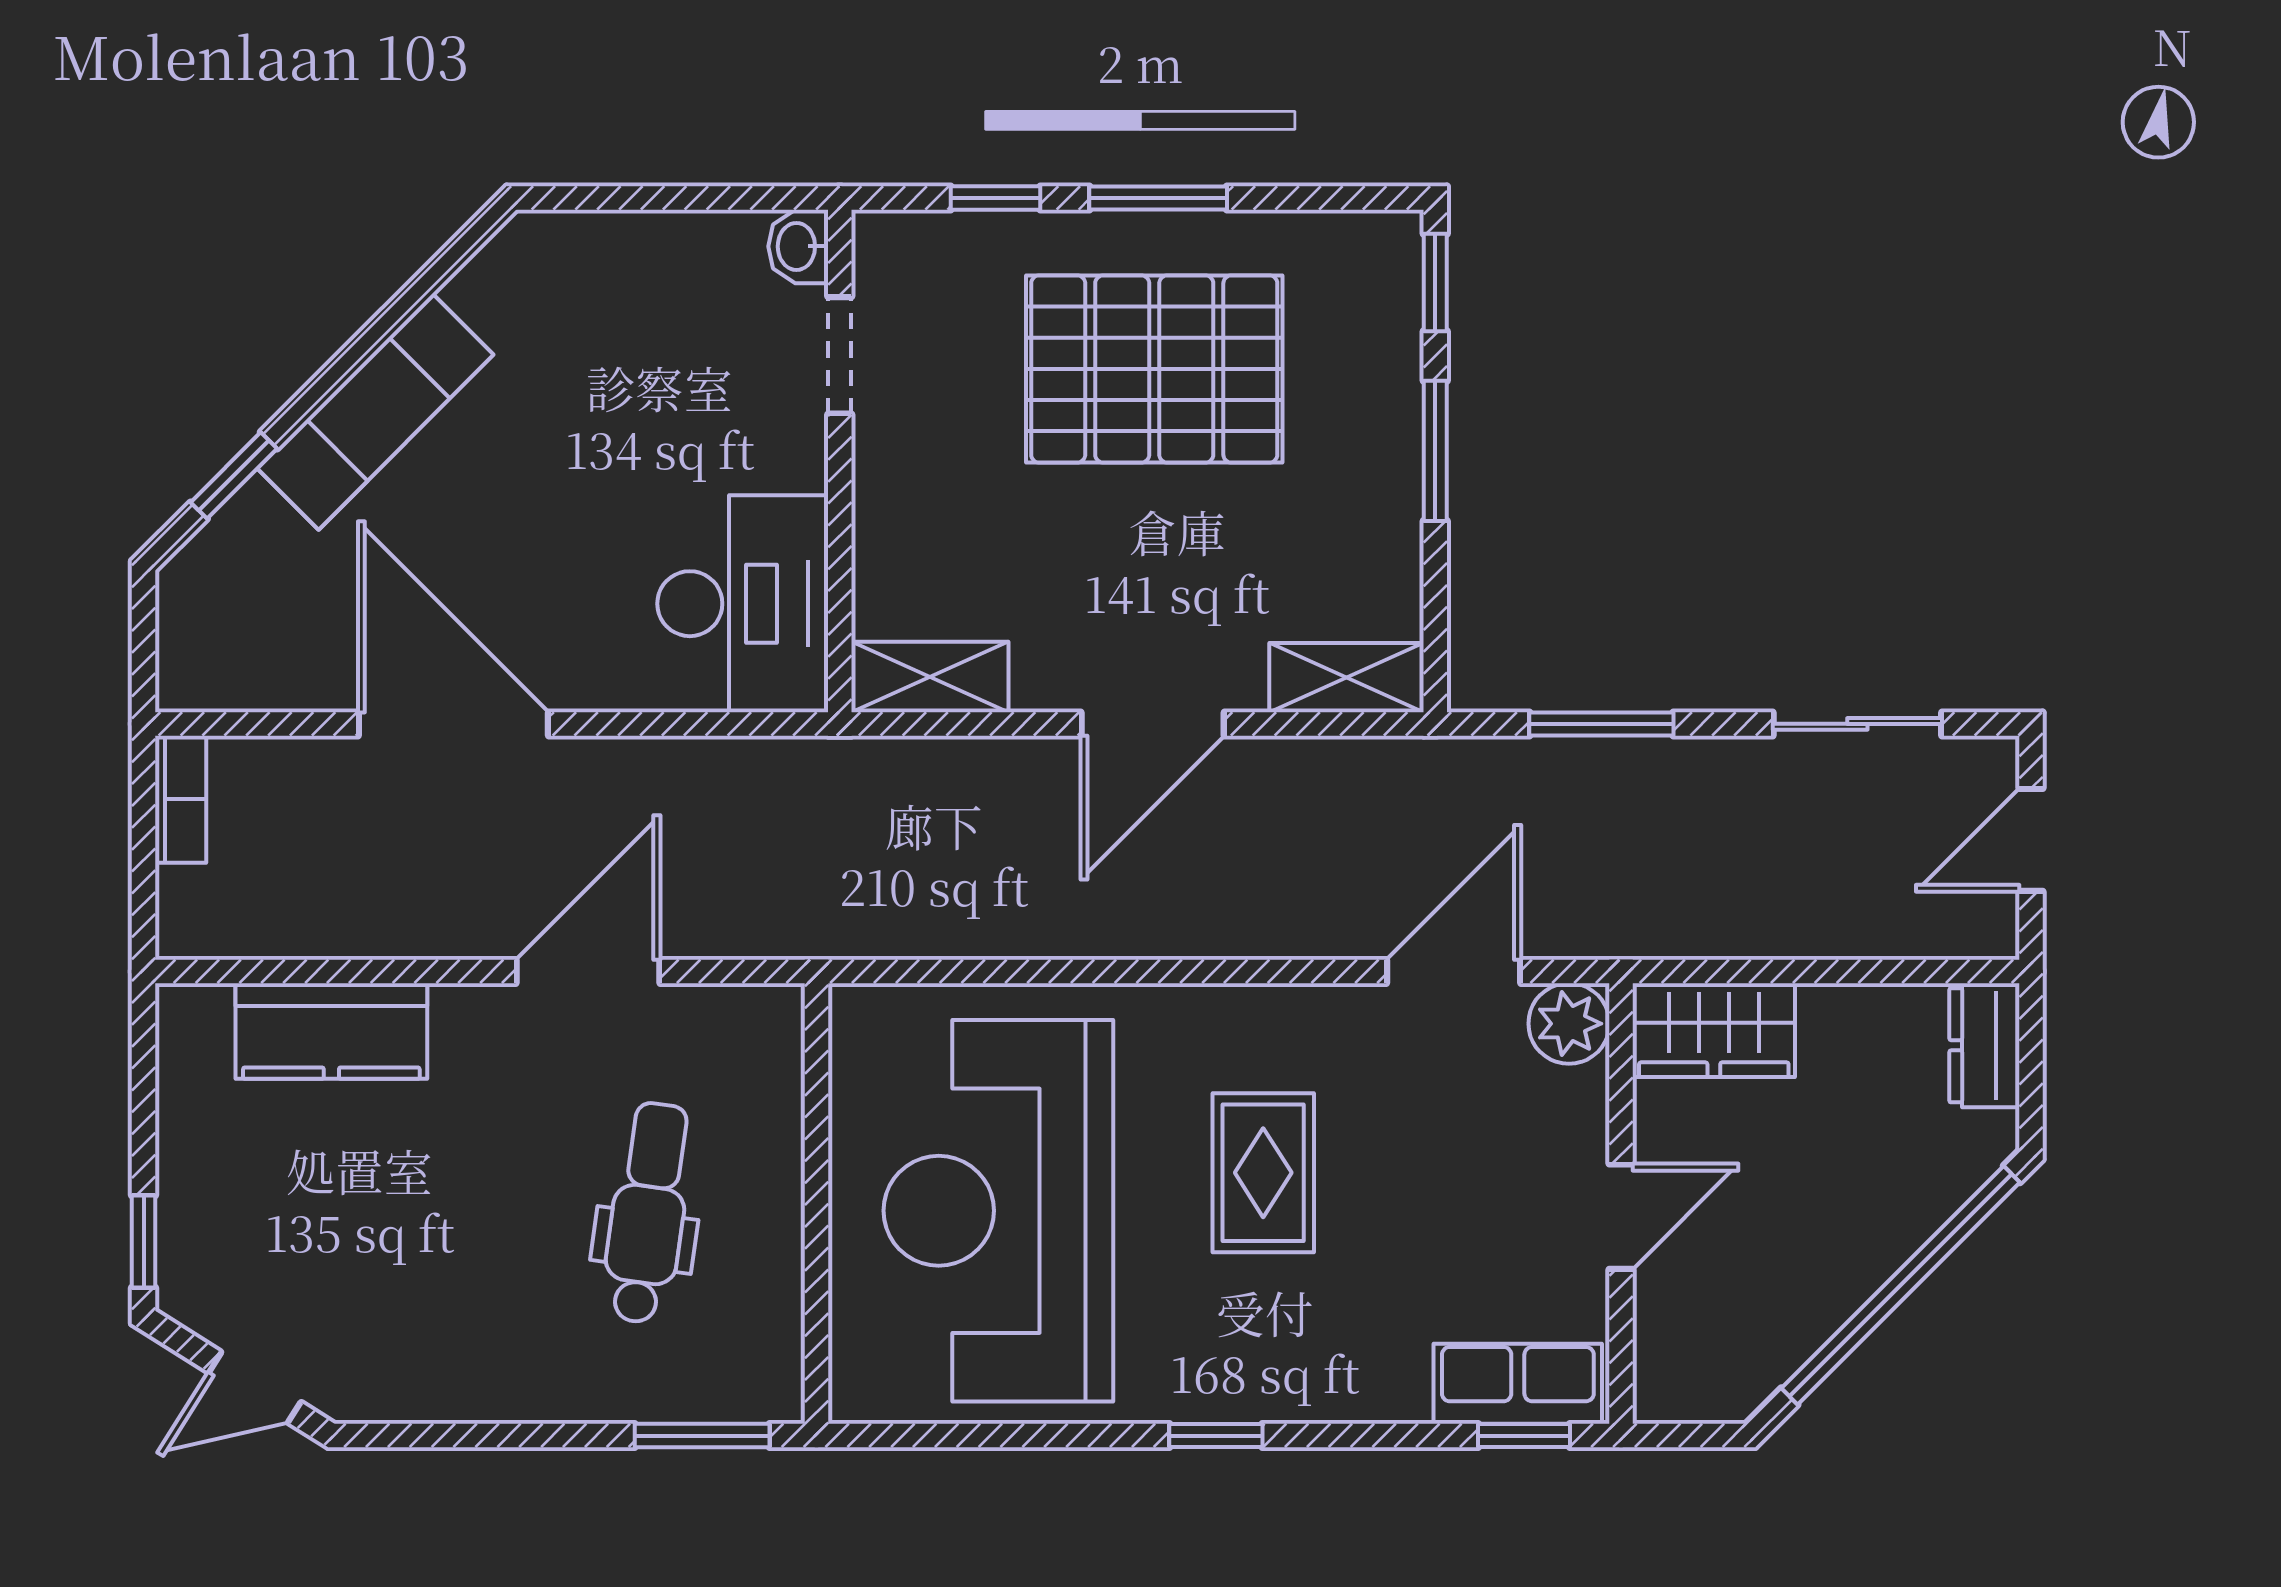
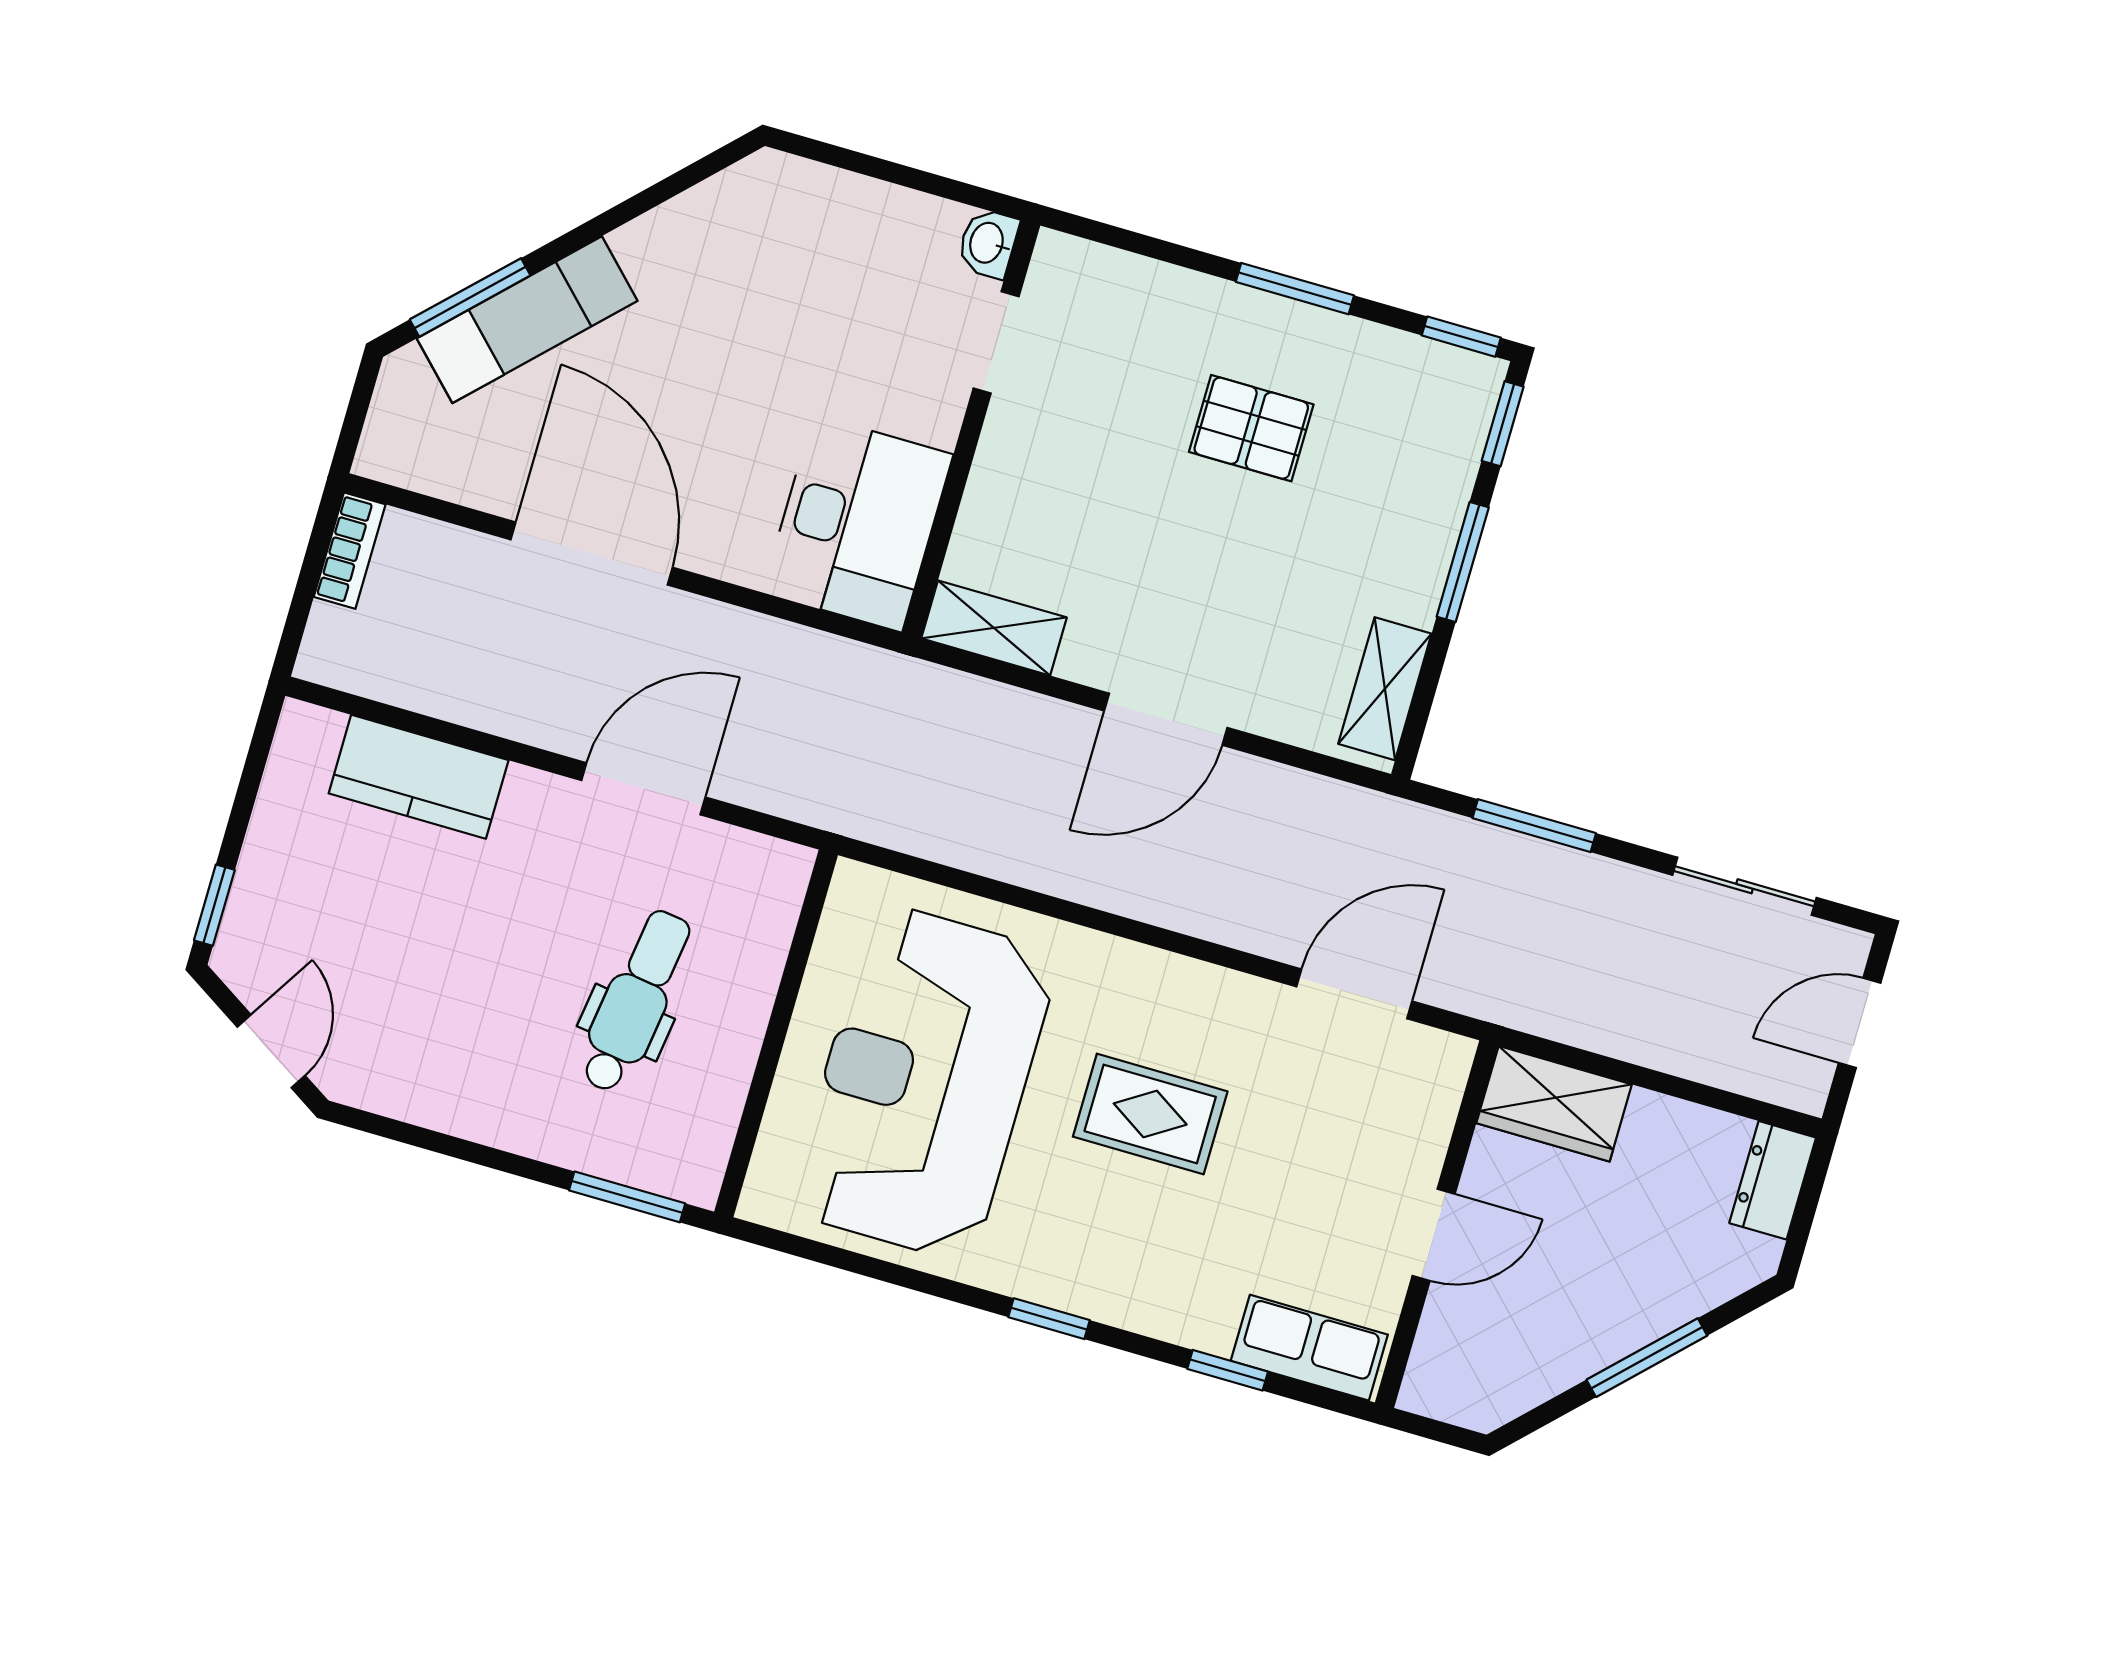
window: (996, 198) -> (1461, 337), moved
pallet: (1154, 369) -> (1251, 428), width x0.49, depth x0.50
exam couch: (375, 412) -> (527, 320), moved
window: (234, 475) -> (470, 297), width x1.50
shelving: (1347, 678) -> (1385, 689), moved, turned 90
plant: (1569, 1024) -> (1437, 1064), removed
rug: (1263, 1173) -> (1150, 1114), turned 90
window: (1901, 1285) -> (1647, 1358), width x0.47
door: (255, 1387) -> (271, 1051), swing flipped
window: (1524, 1436) -> (1228, 1370), moved

